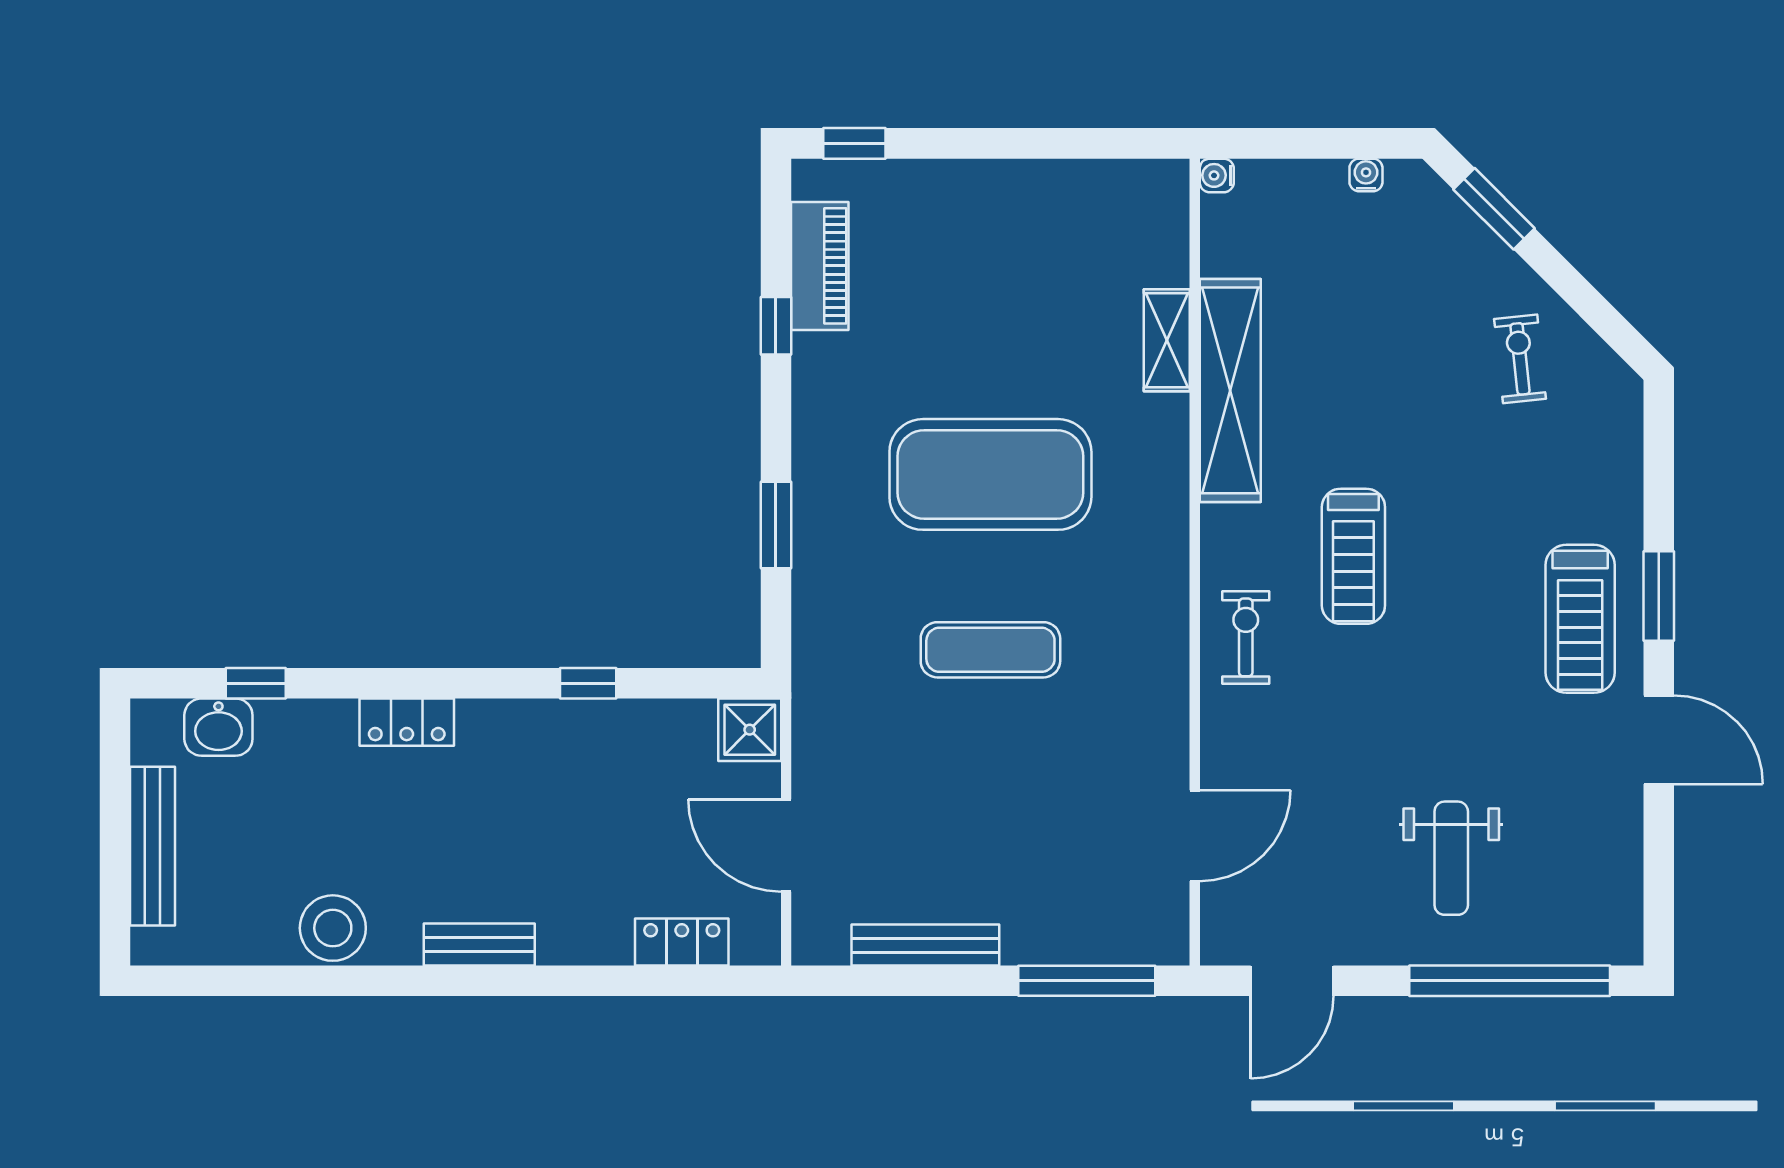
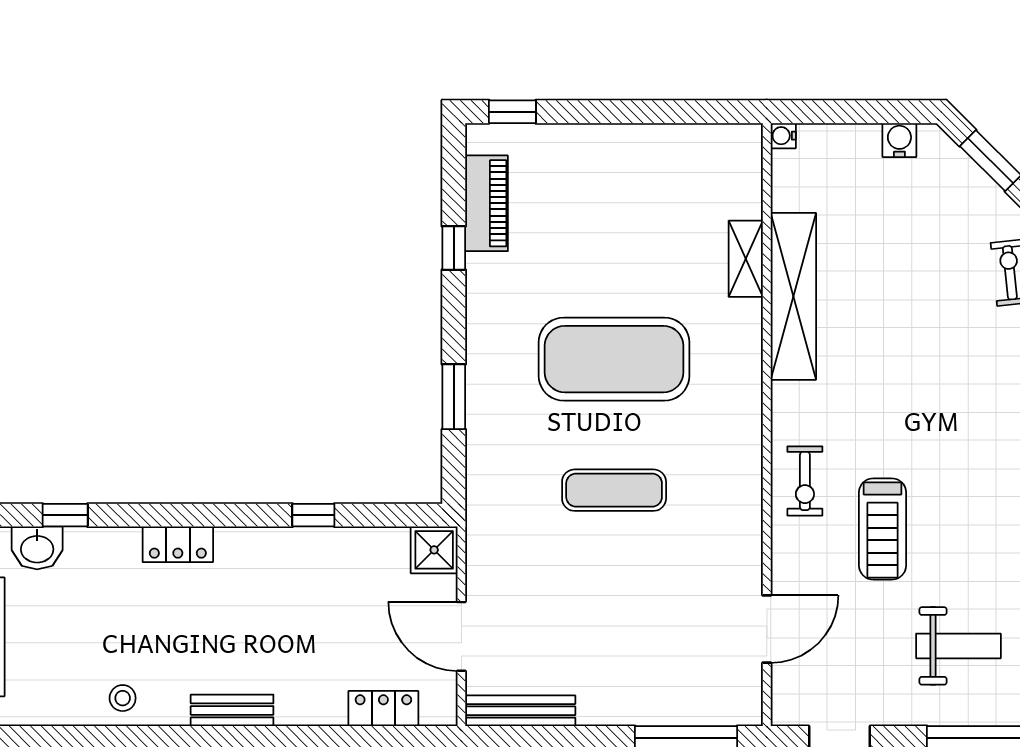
water cooler: (1366, 175) -> (899, 140), width x1.38, depth x1.38
treadmill: (1353, 556) -> (883, 529), moved
exercise bike: (1246, 637) -> (805, 481), turned 180
weight bench: (1451, 858) -> (958, 646), turned -90
stool: (333, 928) -> (123, 698), width x0.53, depth x0.53
bench: (925, 945) -> (520, 711), moved

